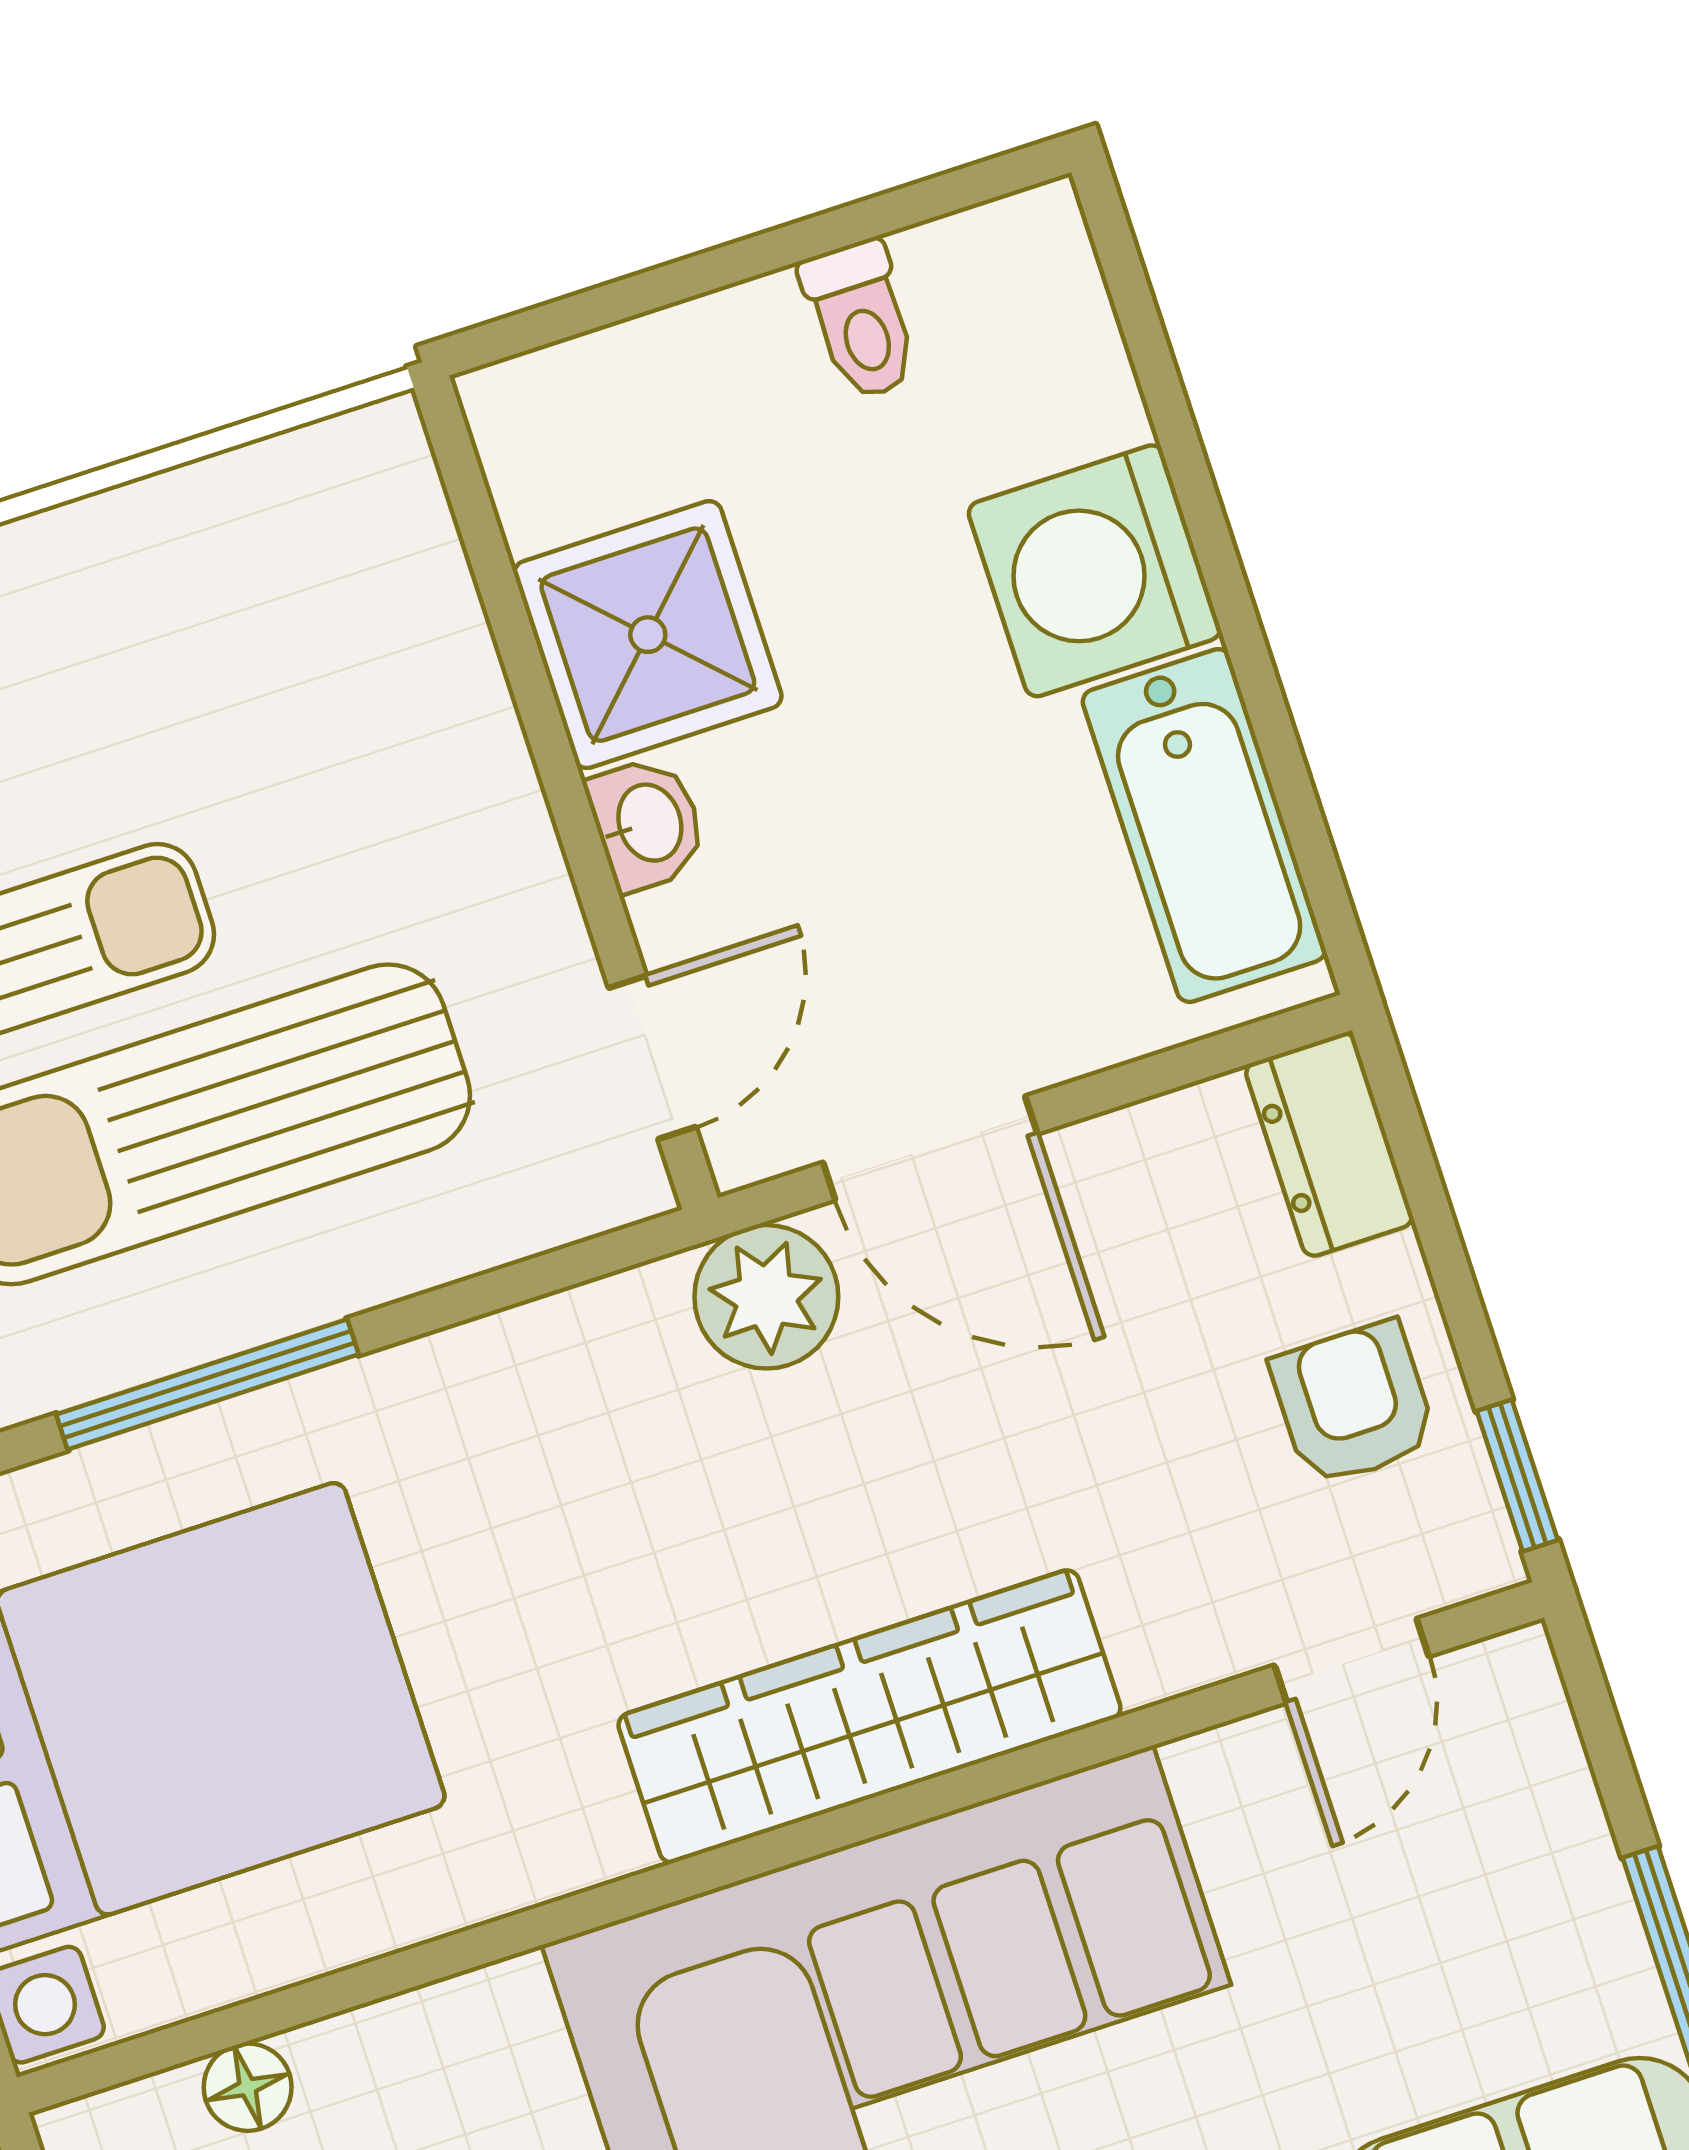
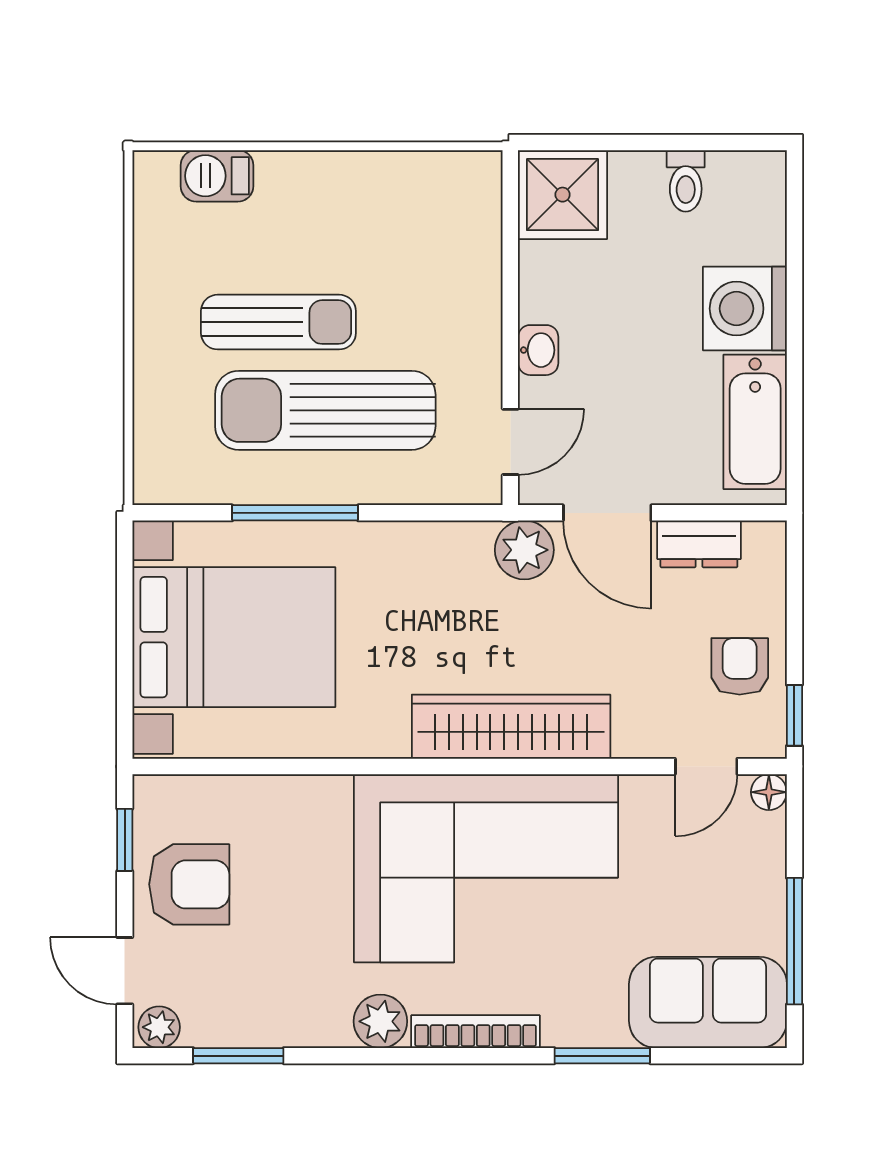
shower: (648, 635) -> (563, 195), moved
dresser: (1329, 1145) -> (699, 544), moved, turned -90
floor lamp: (248, 2087) -> (769, 792), moved

